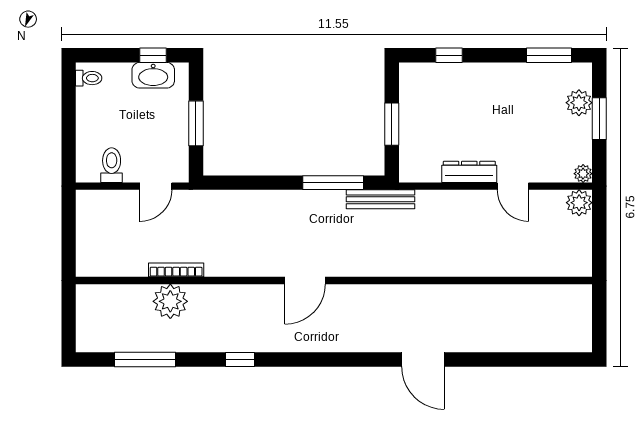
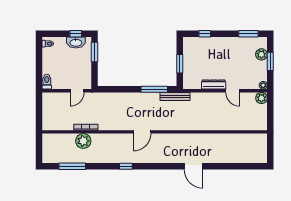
window: (196, 123) -> (95, 52), moved
toilet: (112, 165) -> (47, 82), moved
window: (240, 360) -> (126, 166), moved

